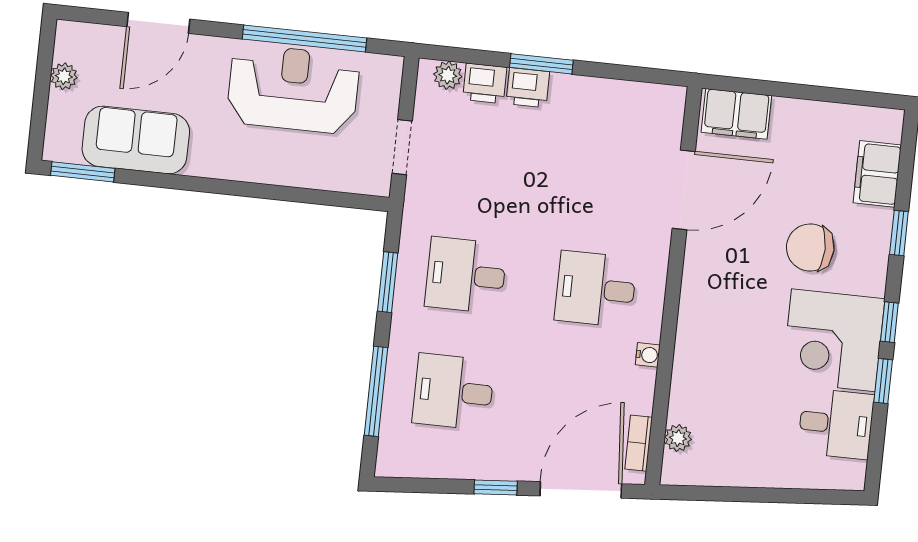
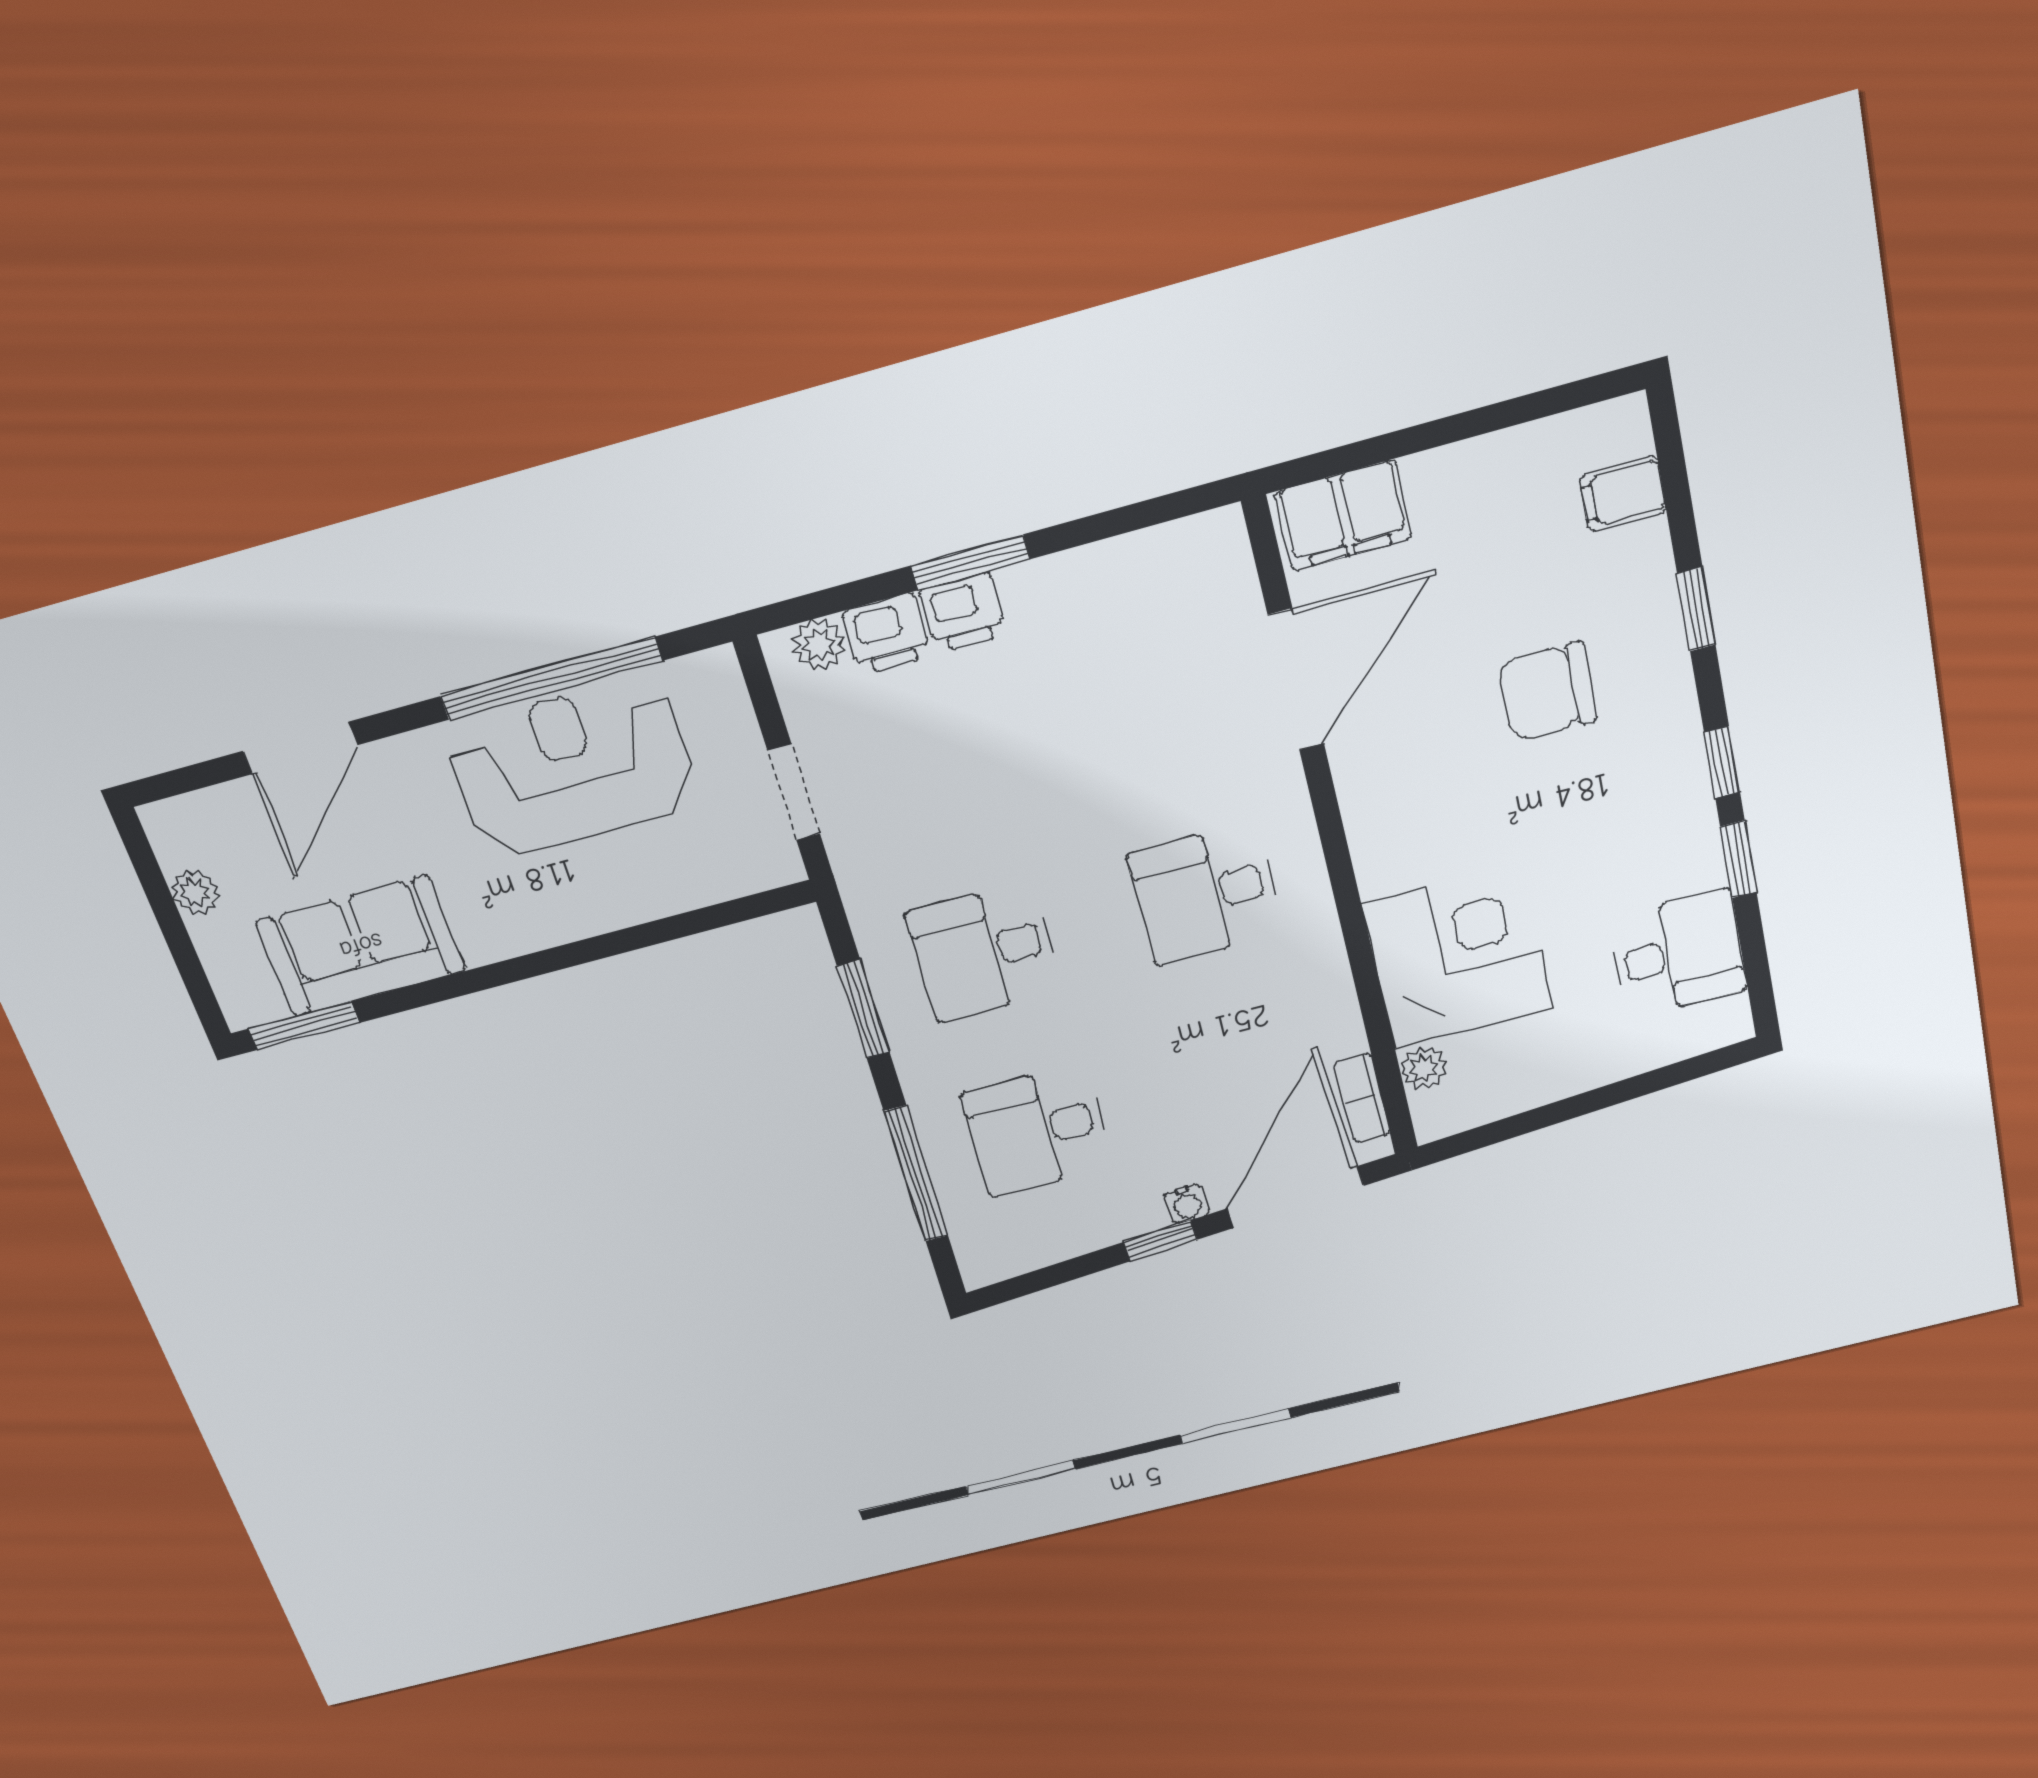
filing cabinet: (877, 174) -> (1623, 494), width x0.50
corner desk: (833, 340) -> (1458, 956), moved, turned 180
water cooler: (648, 355) -> (1187, 1204), moved, turned 85

